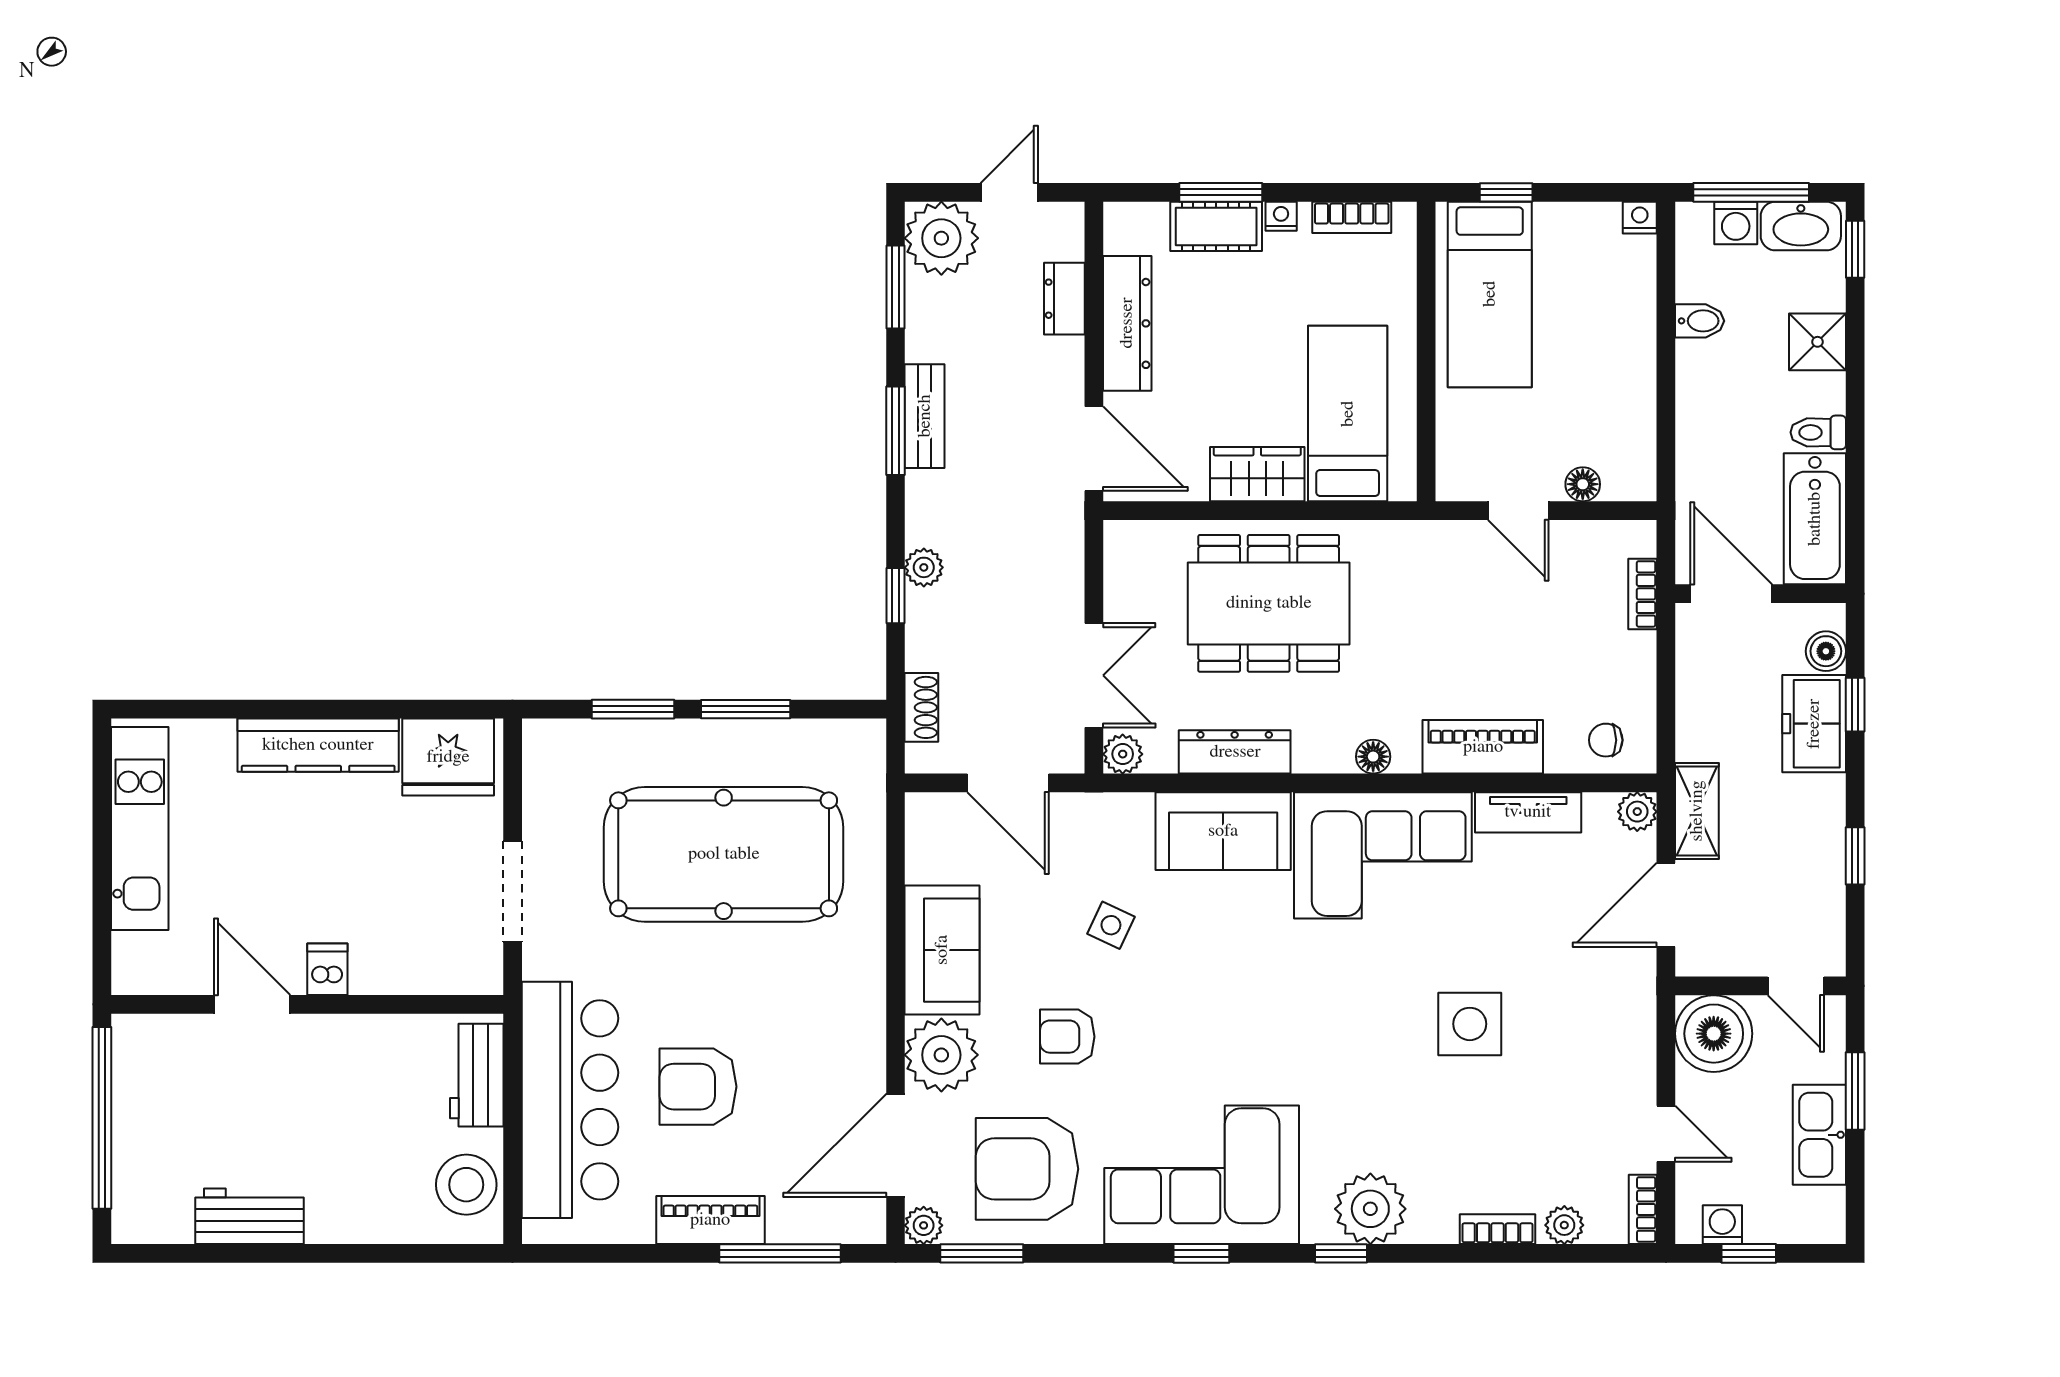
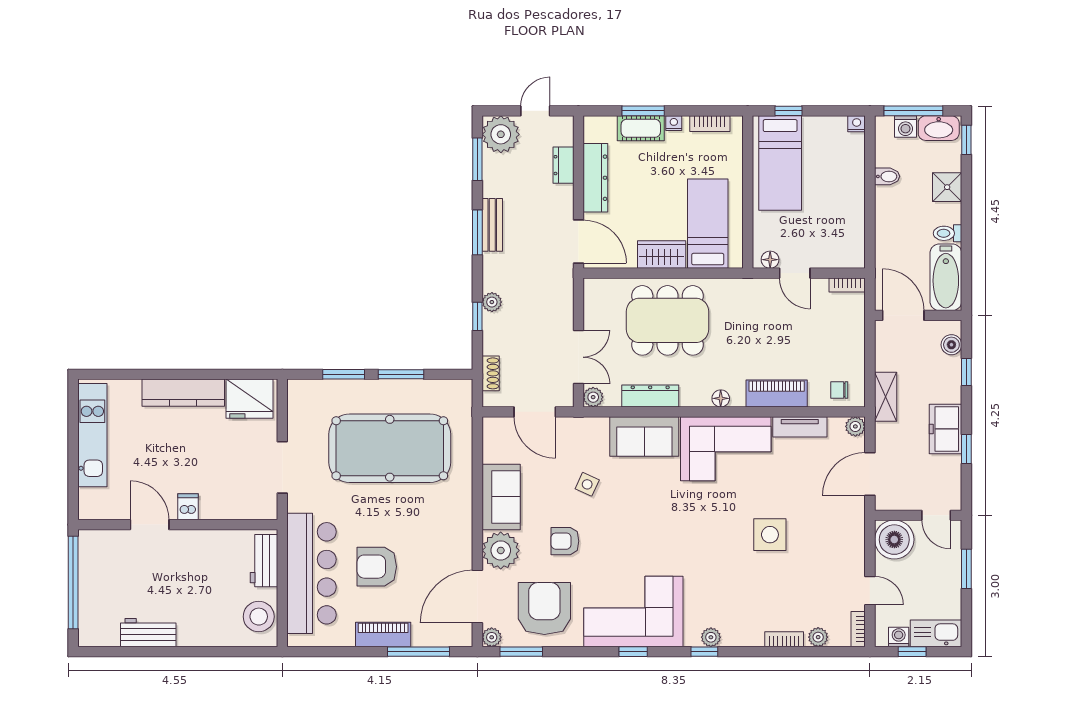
floor lamp: (1583, 484) -> (770, 260), moved
bookcase: (1643, 594) -> (847, 285), moved, turned -90
freezer: (1814, 724) -> (945, 429), moved
shelving: (1697, 811) -> (886, 397), moved
kitchen sink: (1819, 1135) -> (936, 633), moved, turned 90
armchair: (1027, 1169) -> (544, 608), turned 90
plant: (1370, 1209) -> (711, 637), width x0.53, depth x0.53

